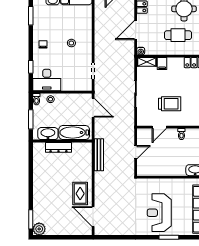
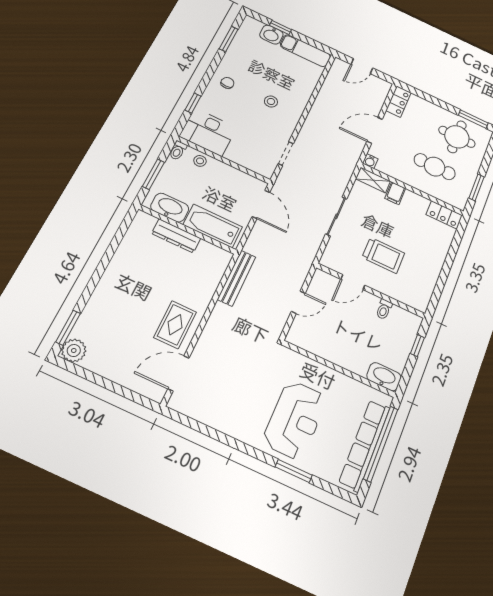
reception desk: (159, 213) -> (295, 420), turned 180
door: (93, 217) -> (178, 373), hinge flipped

